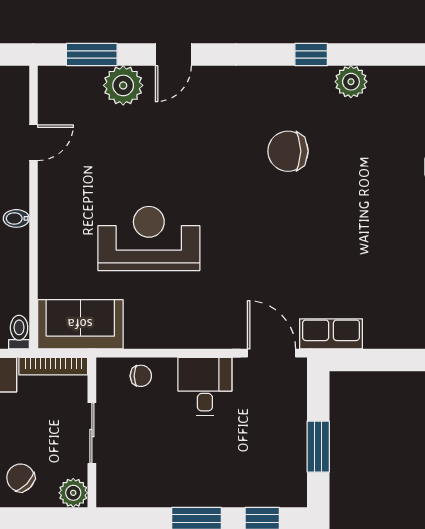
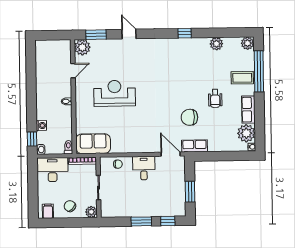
door: (173, 55) -> (129, 34), swing flipped
plant: (351, 82) -> (216, 44), moved
plant: (123, 85) -> (82, 47), moved
chair: (288, 151) -> (189, 117), moved
wheelchair: (384, 217) -> (215, 98), added
reception desk: (149, 238) -> (114, 93), moved

